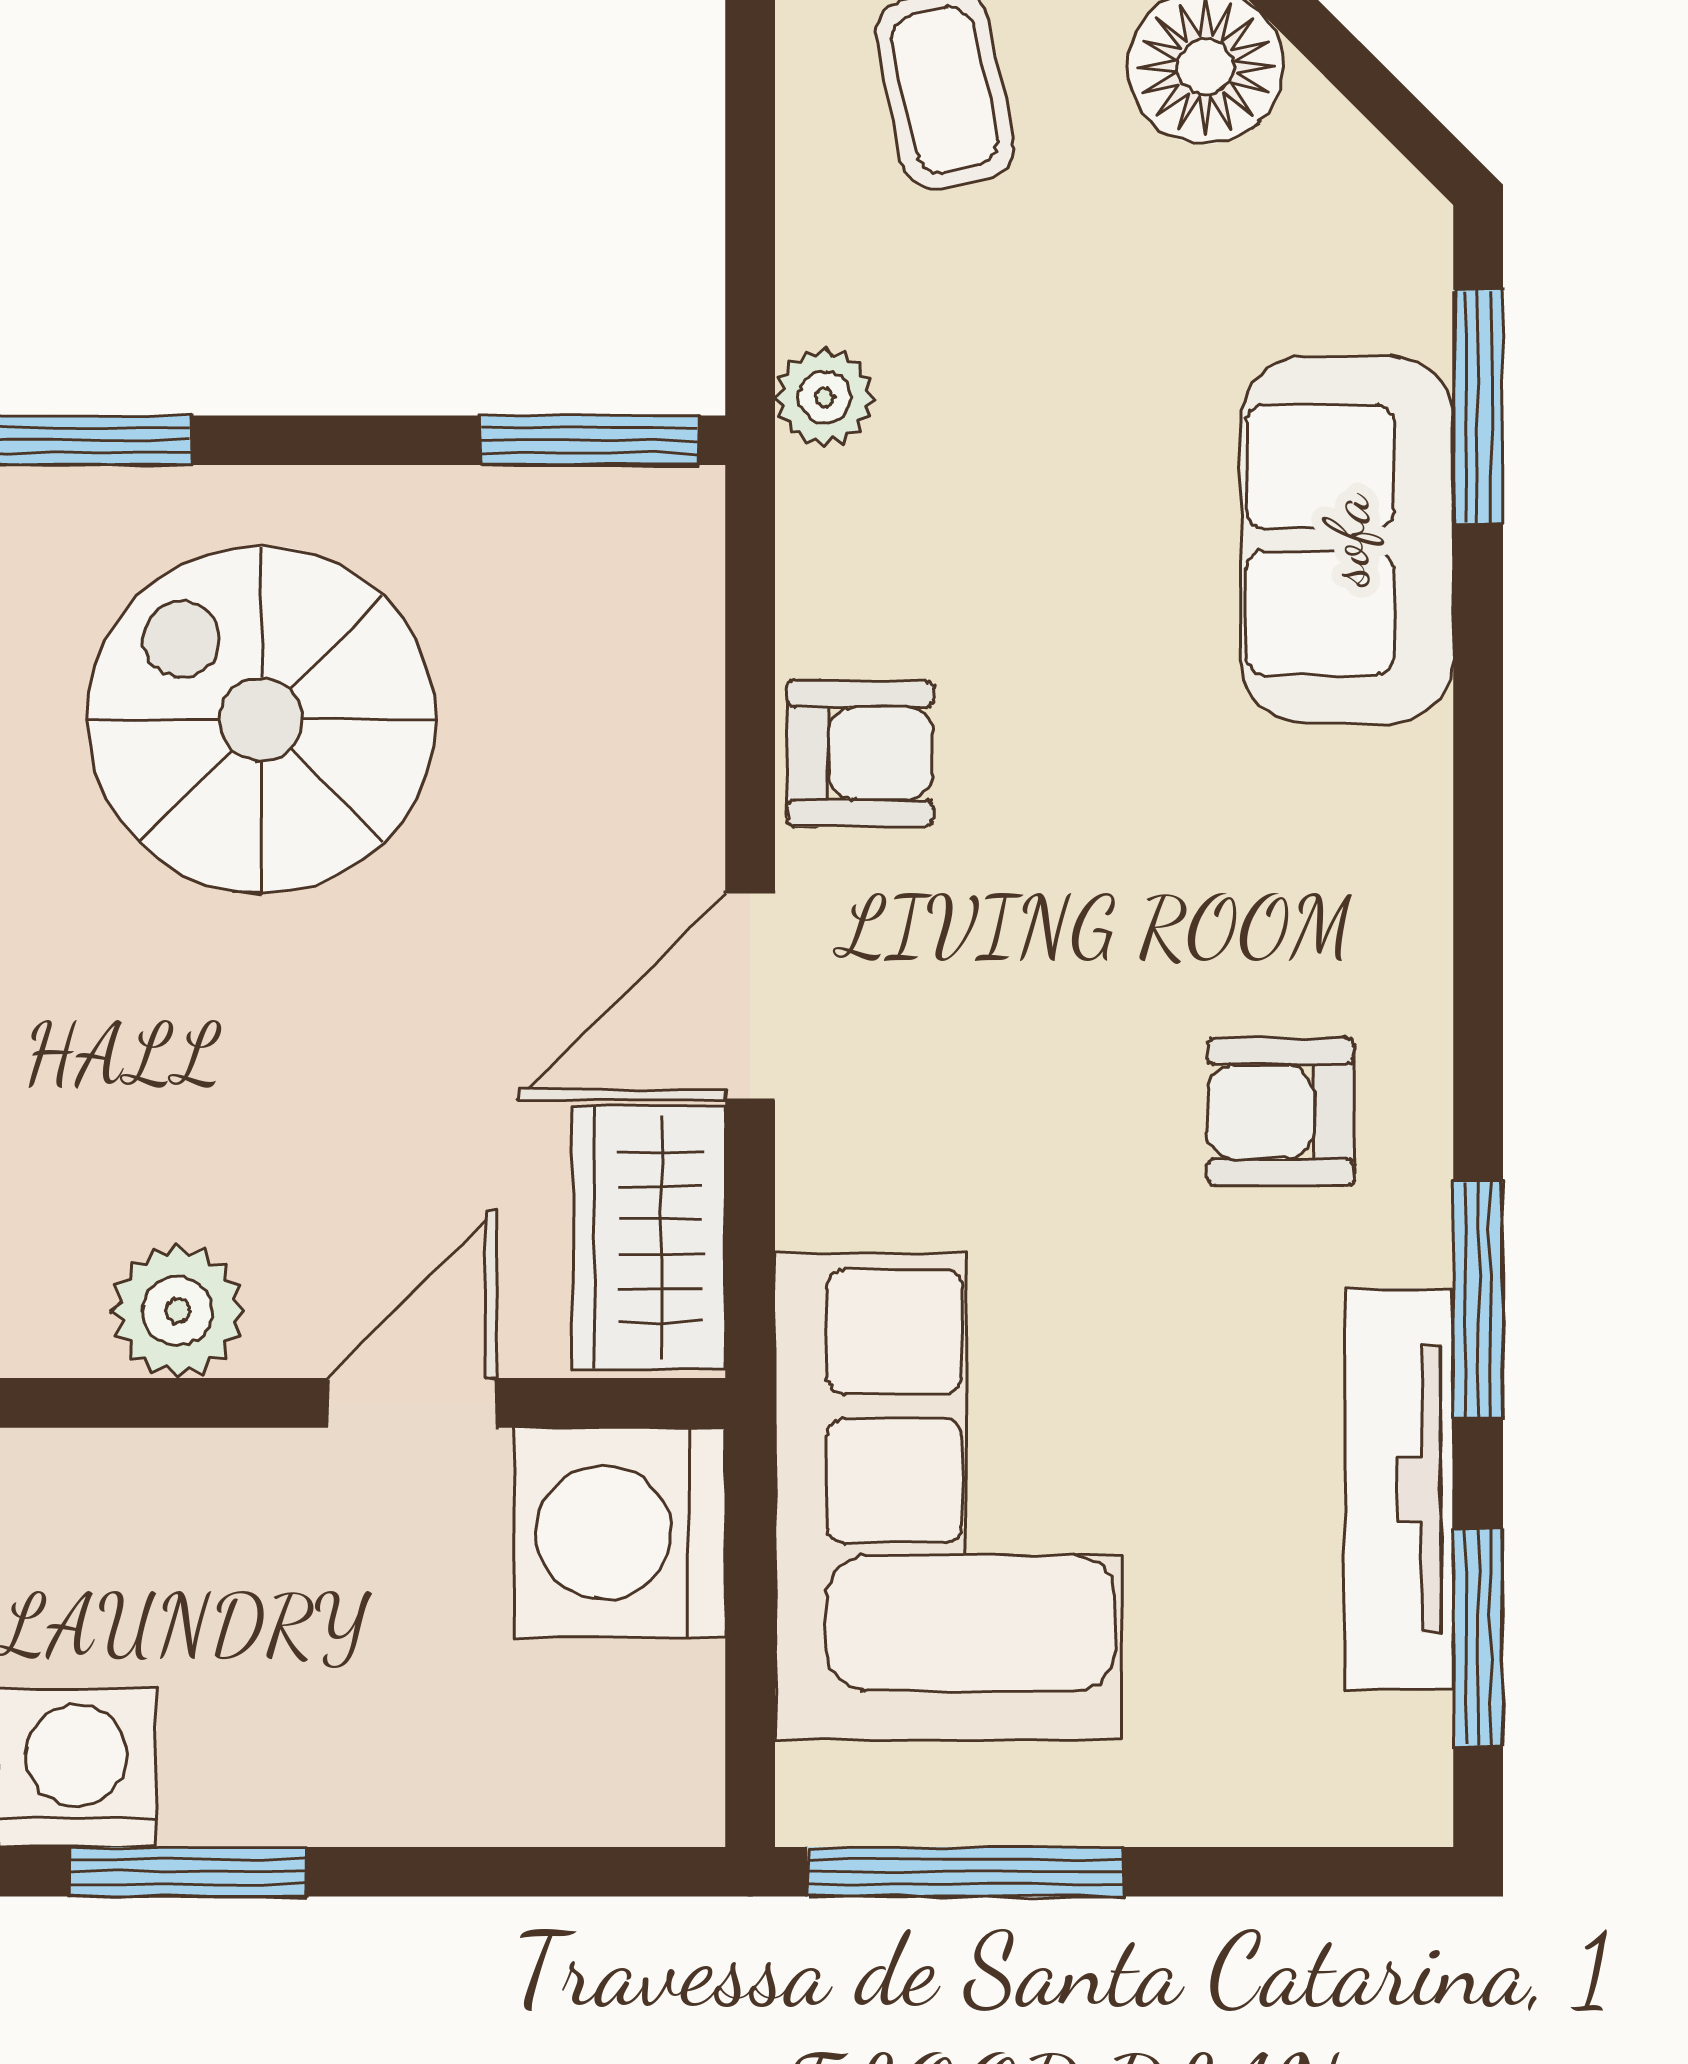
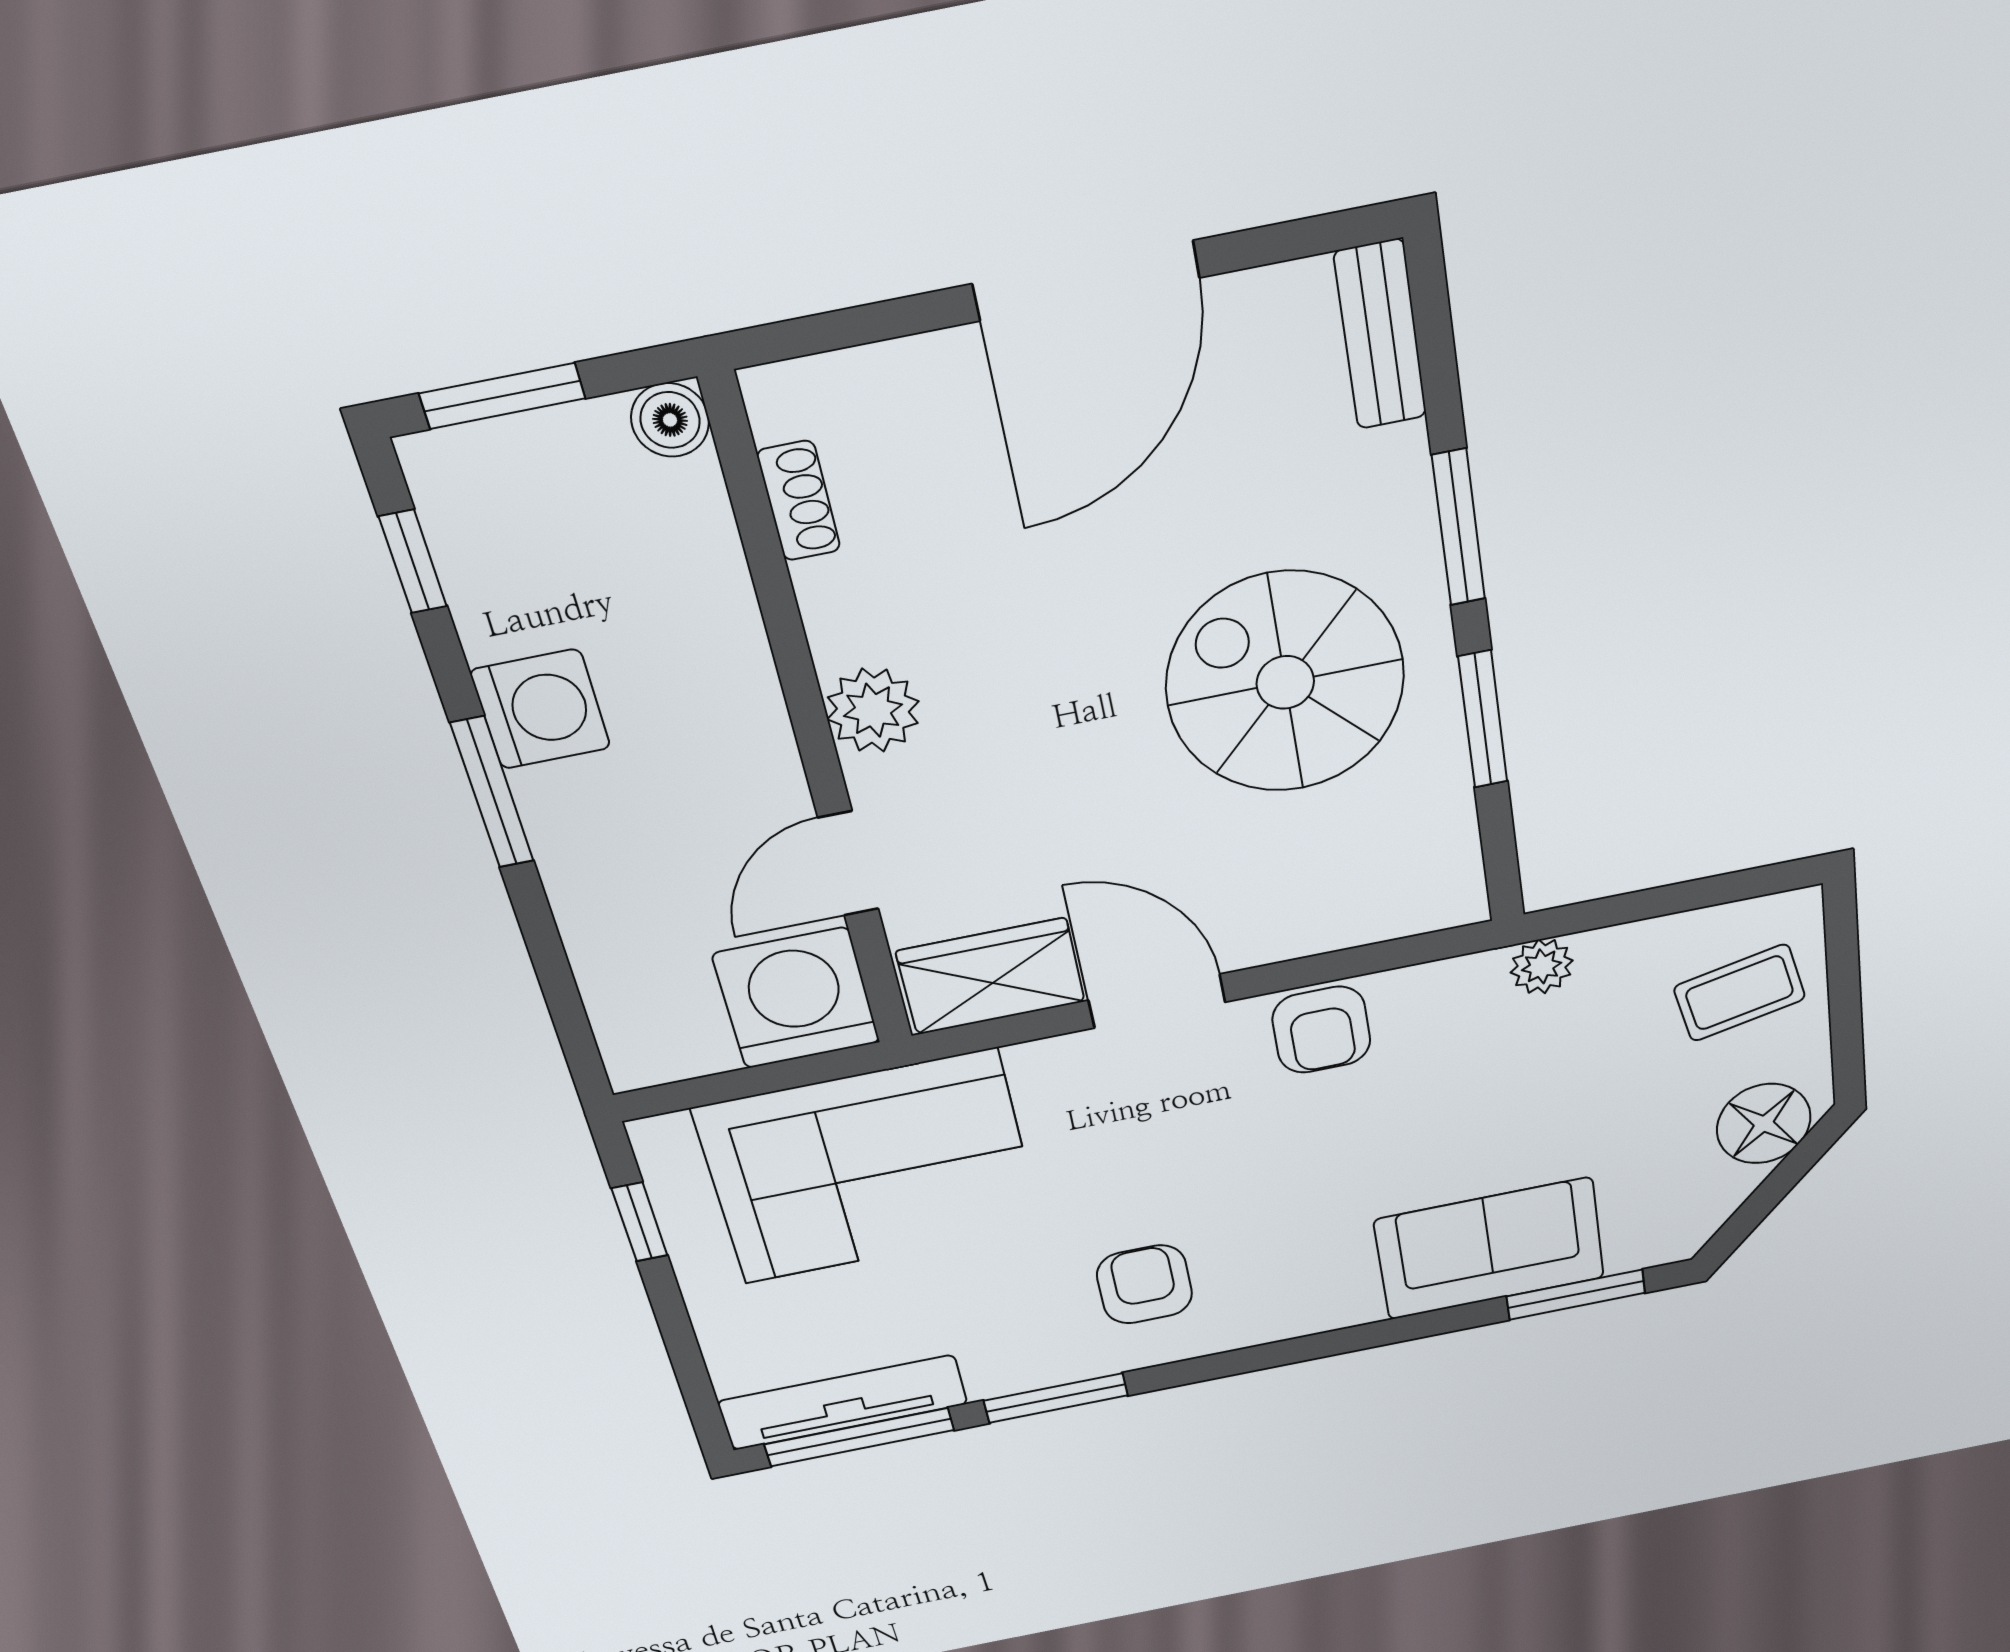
window: (589, 440) -> (1483, 719), moved
spiral stairs: (261, 719) -> (1285, 682), turned -90
door: (412, 1403) -> (848, 864), swing flipped
tv unit: (1399, 1489) -> (843, 1402), moved
window: (1478, 1638) -> (859, 1437), width x1.44
window: (965, 1872) -> (640, 1222), width x0.46

